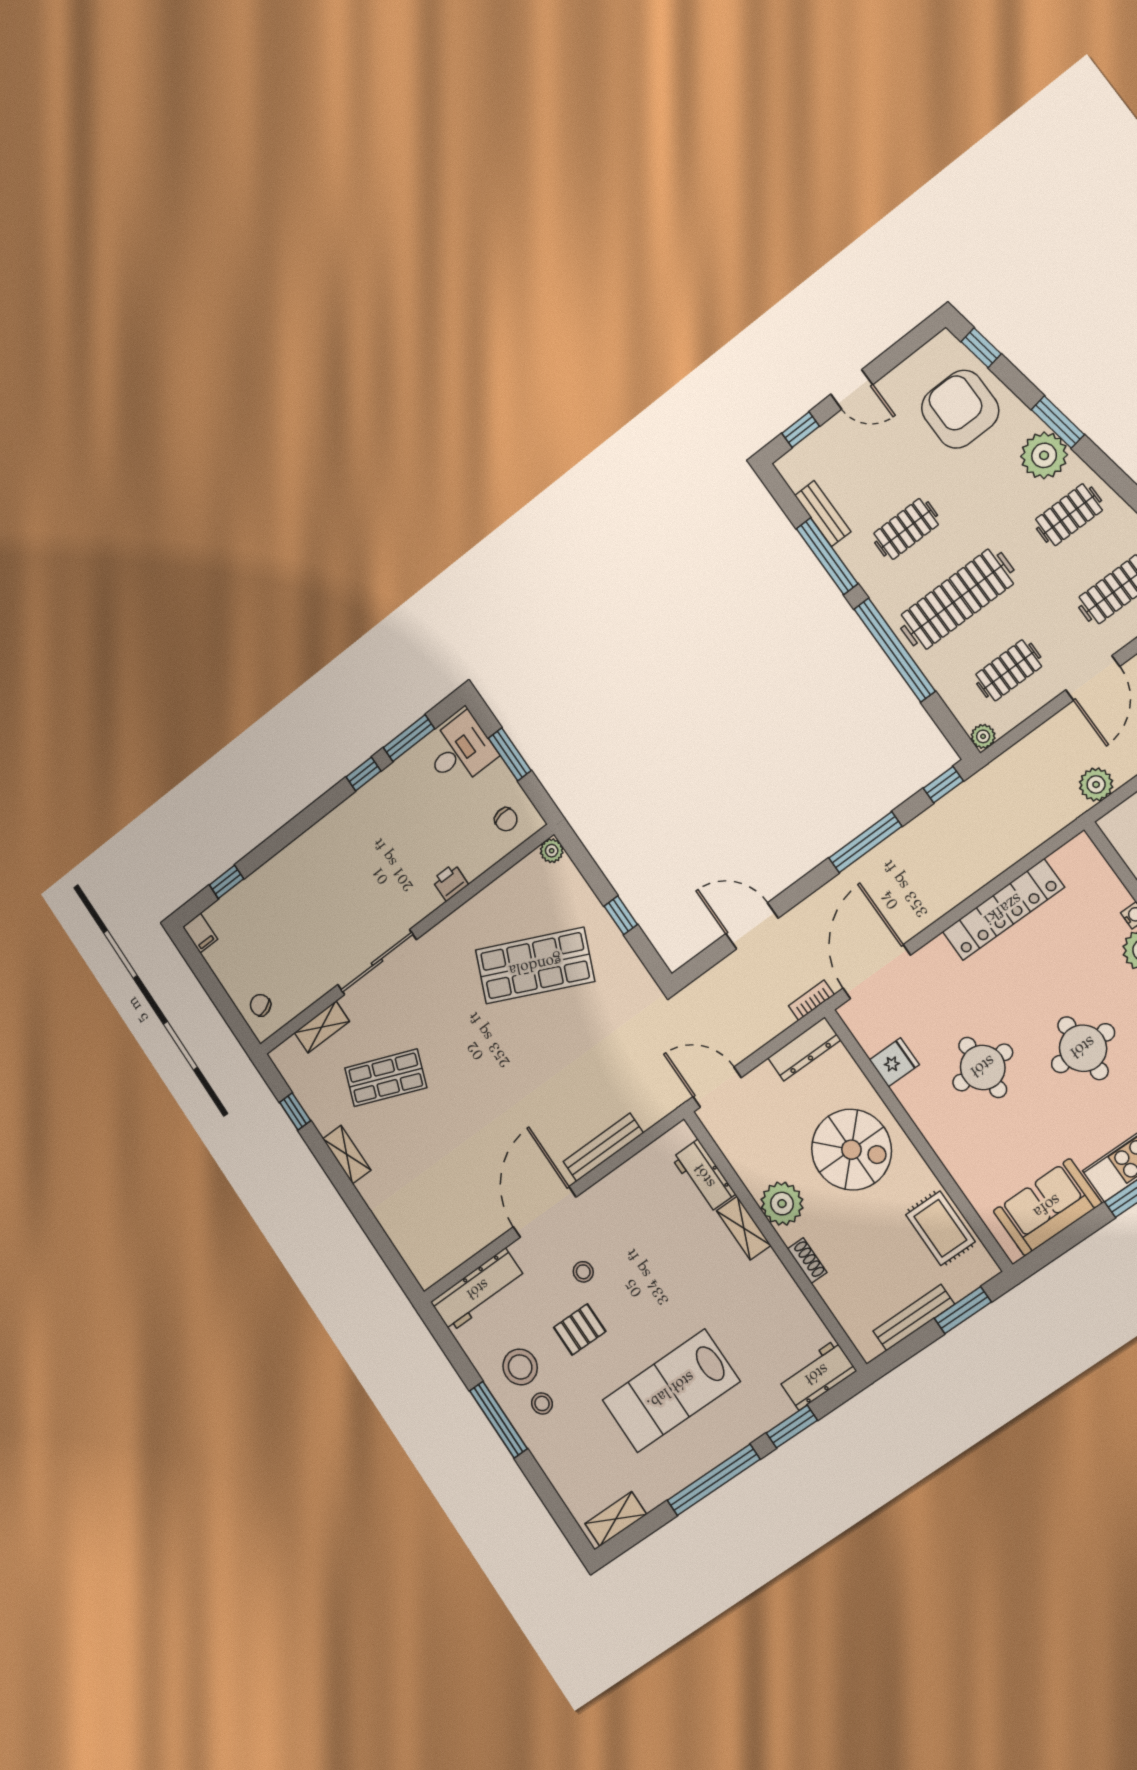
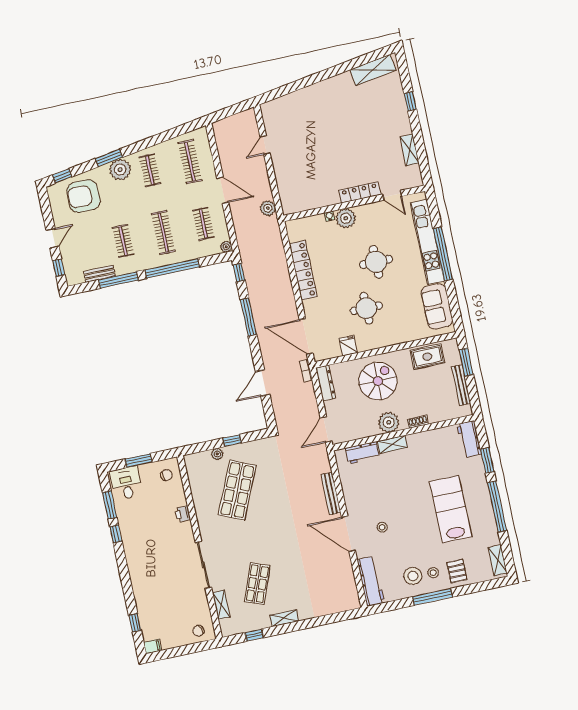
clothes rail: (957, 599) -> (163, 232), width x0.73, depth x0.76
plant: (552, 851) -> (217, 454), moved
pallet: (580, 1329) -> (457, 571), moved
lab bench: (671, 1391) -> (451, 509), turned 180

